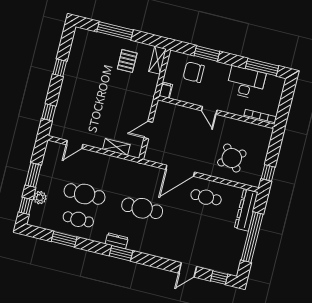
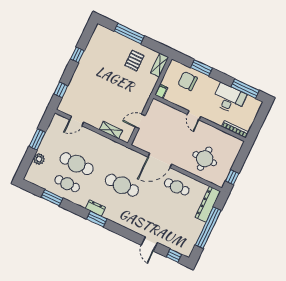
round table: (232, 158) -> (205, 159), turned 37
window: (26, 206) -> (26, 164), removed
door: (188, 270) -> (149, 244), hinge flipped

